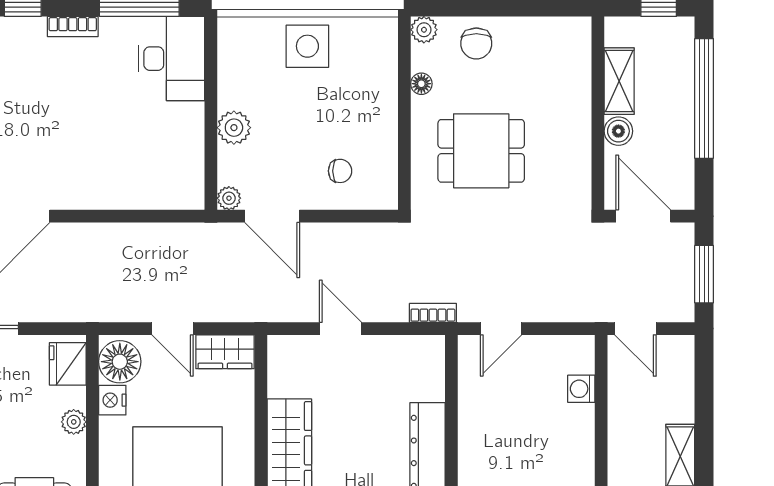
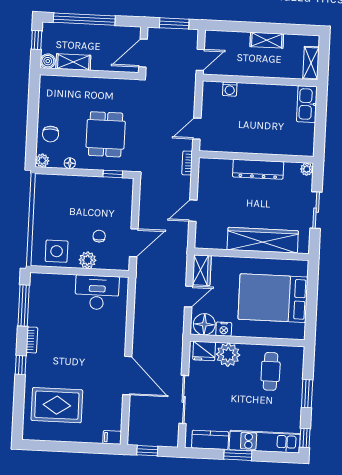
chair: (476, 43) -> (51, 134), turned 90
side table: (307, 46) -> (57, 251), moved
desk: (172, 59) -> (97, 292), moved
boiler: (618, 131) -> (48, 61), moved
window: (404, 169) -> (113, 174), added
chair: (340, 171) -> (99, 236), moved
plant: (229, 198) -> (123, 264), removed
door: (501, 329) -> (197, 129), swing flipped
plant: (74, 422) -> (228, 355), width x1.88, depth x1.88

